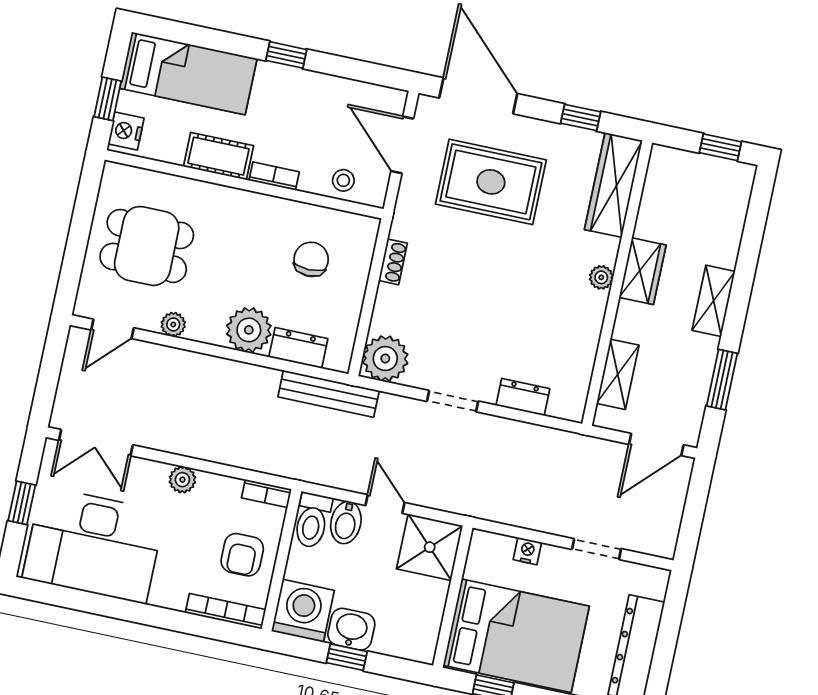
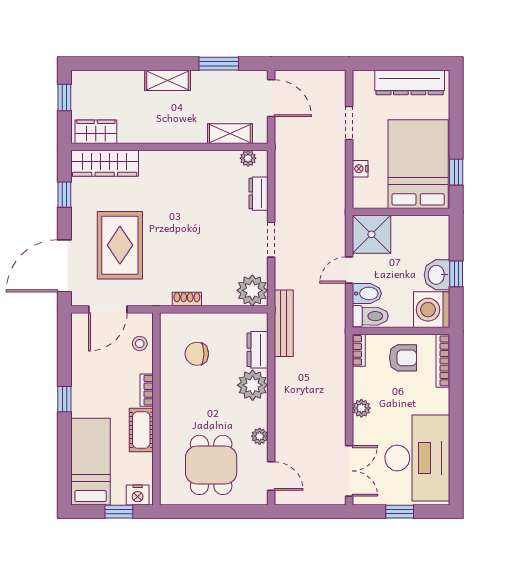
wardrobe: (643, 271) -> (96, 132), moved
plant: (601, 277) -> (248, 158), moved

